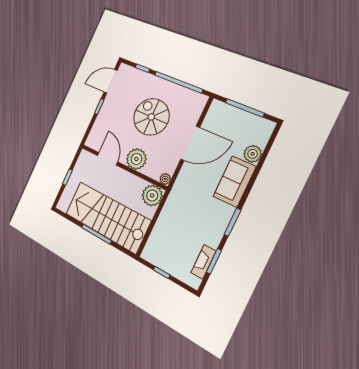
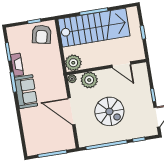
door: (190, 143) -> (71, 111), hinge flipped
plant: (253, 154) -> (29, 129), removed
plant: (136, 159) -> (89, 80), moved
sofa: (235, 182) -> (26, 92), moved
armchair: (164, 252) -> (42, 34), added
fireplace: (203, 262) -> (17, 65), moved

